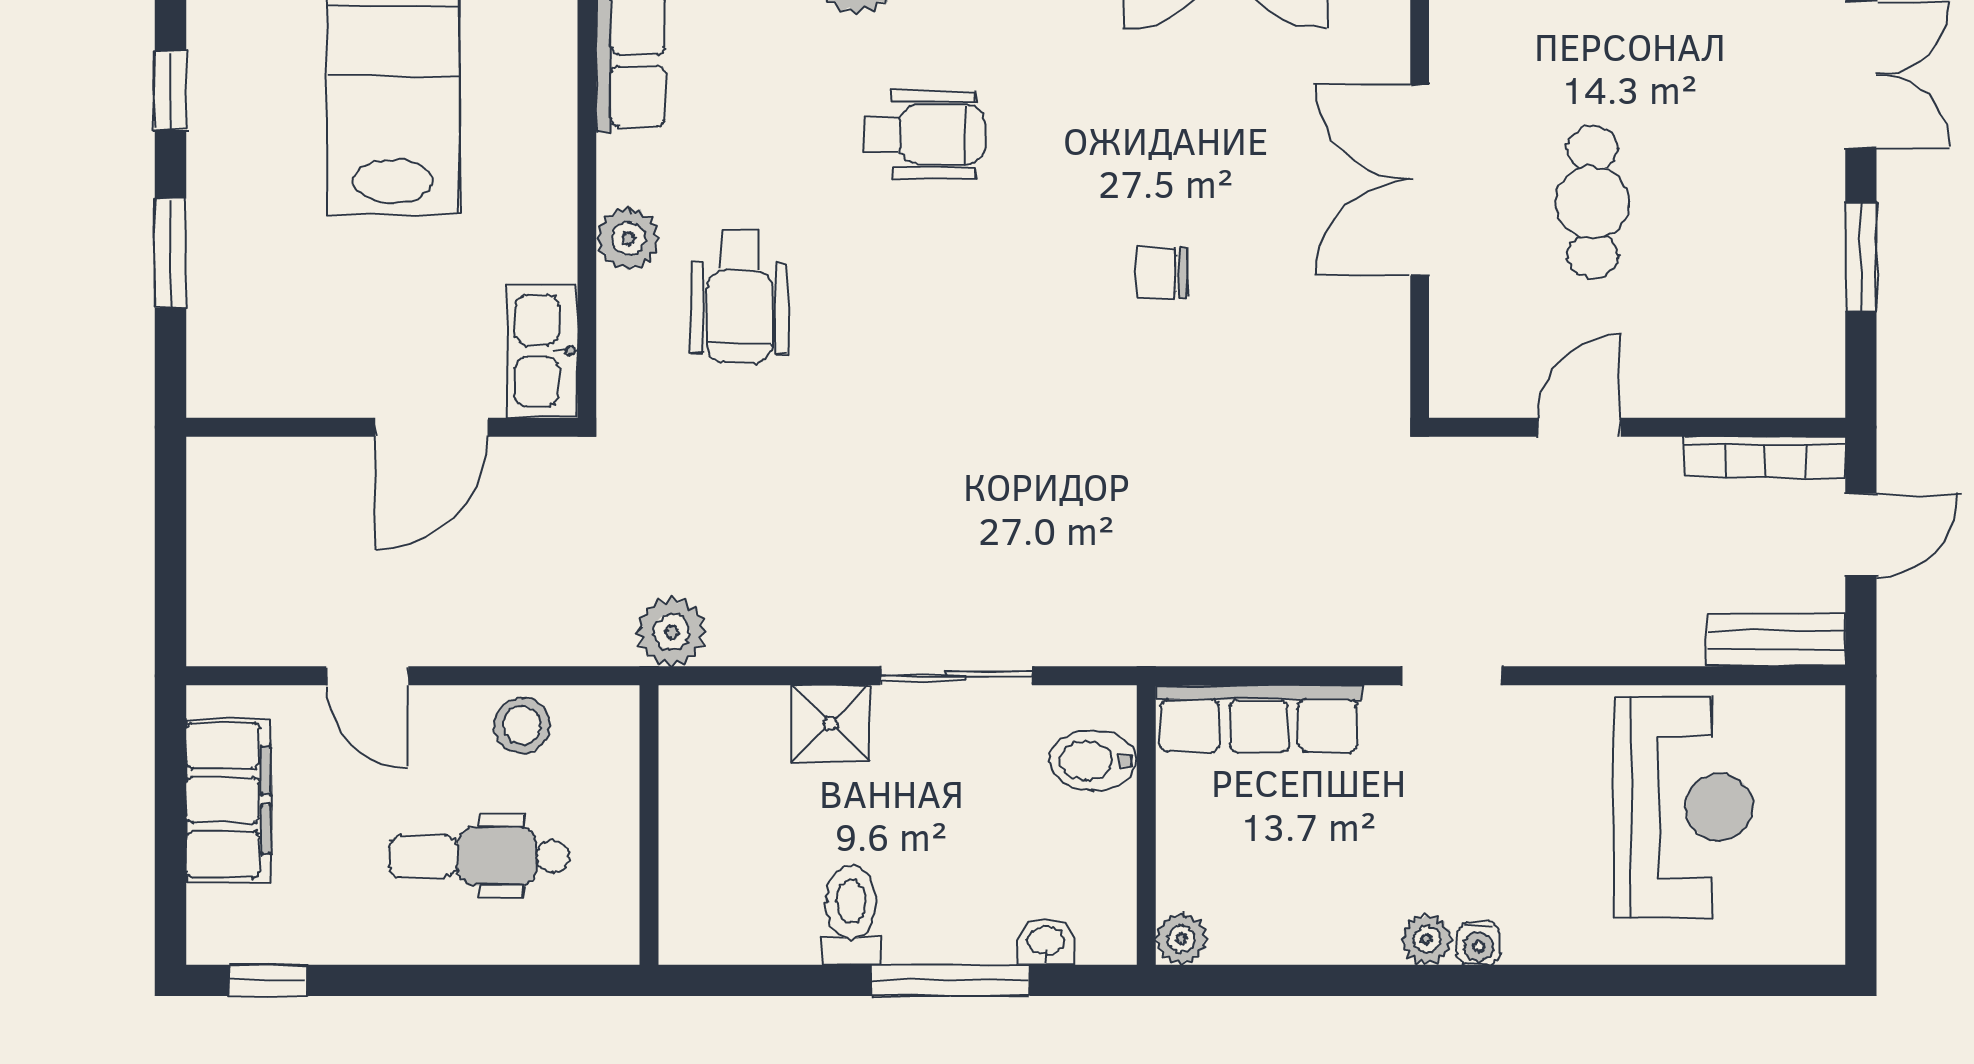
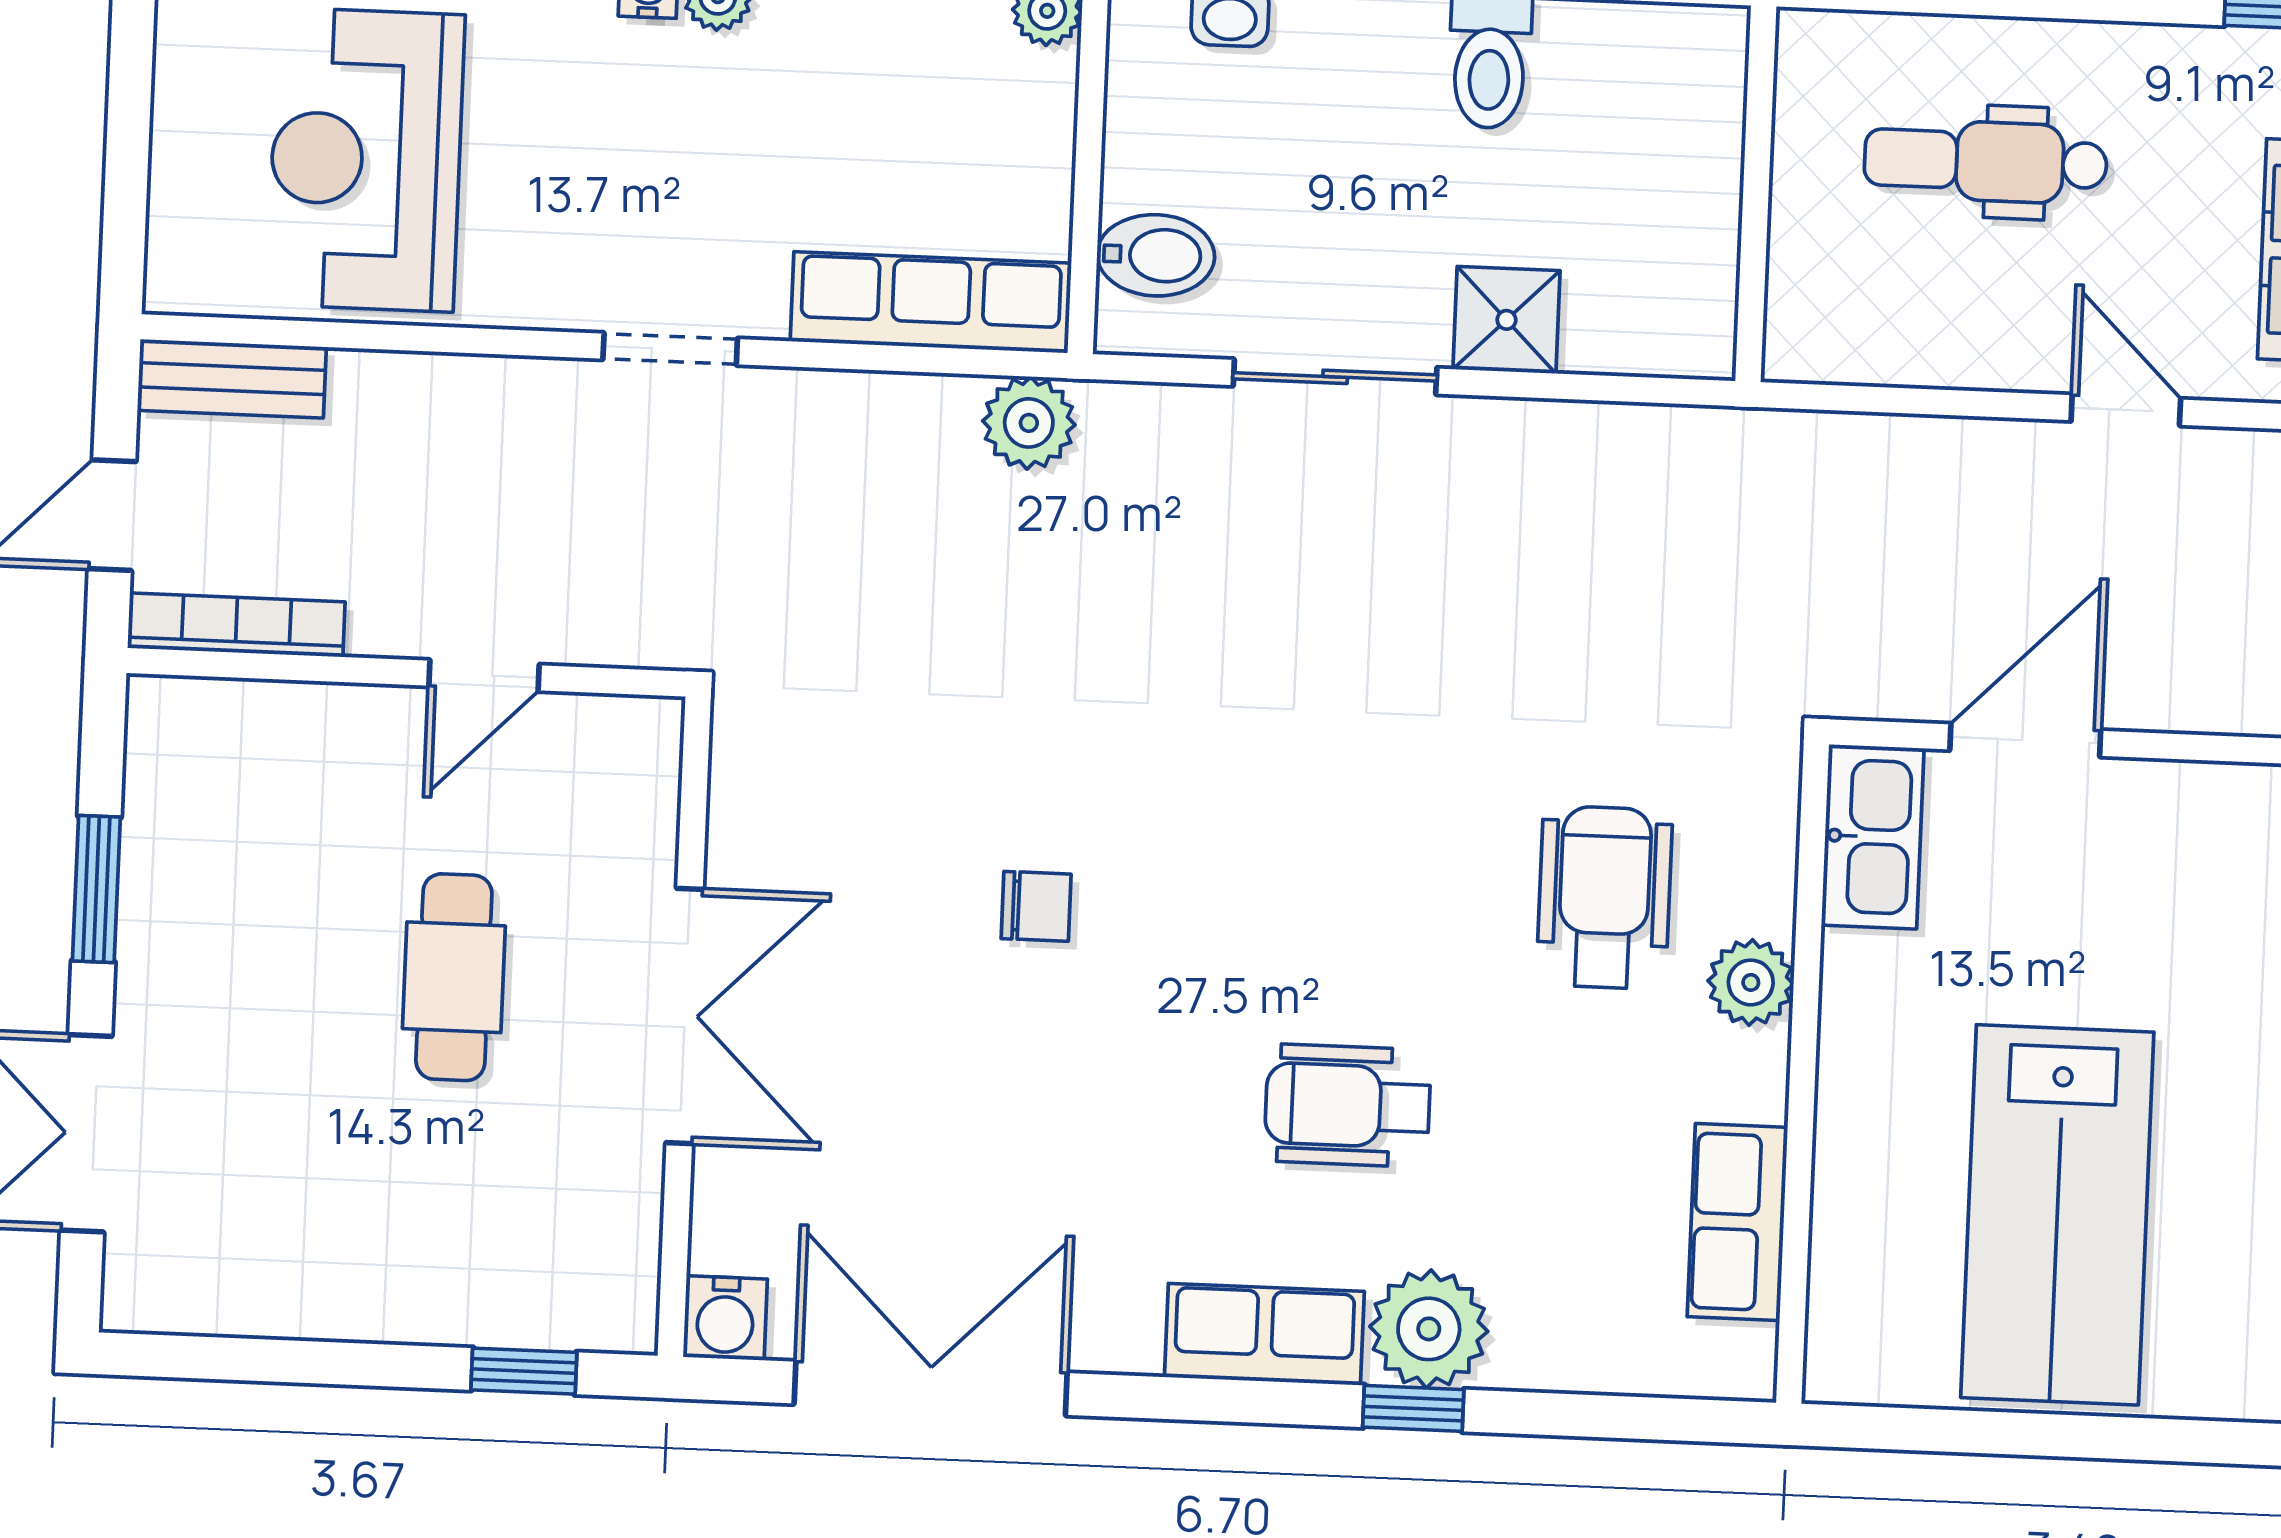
plant: (671, 632) -> (1029, 423), moved
stool: (522, 725) -> (1921, 335), removed
dental chair: (479, 856) -> (1986, 161), turned 180

